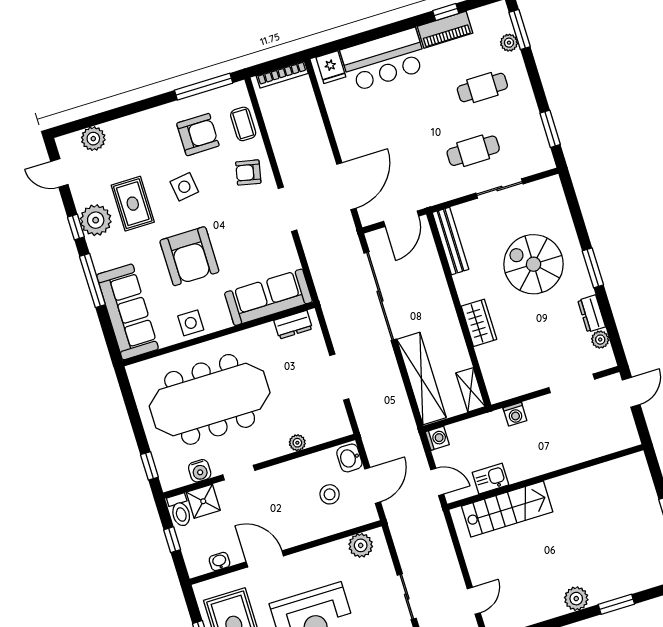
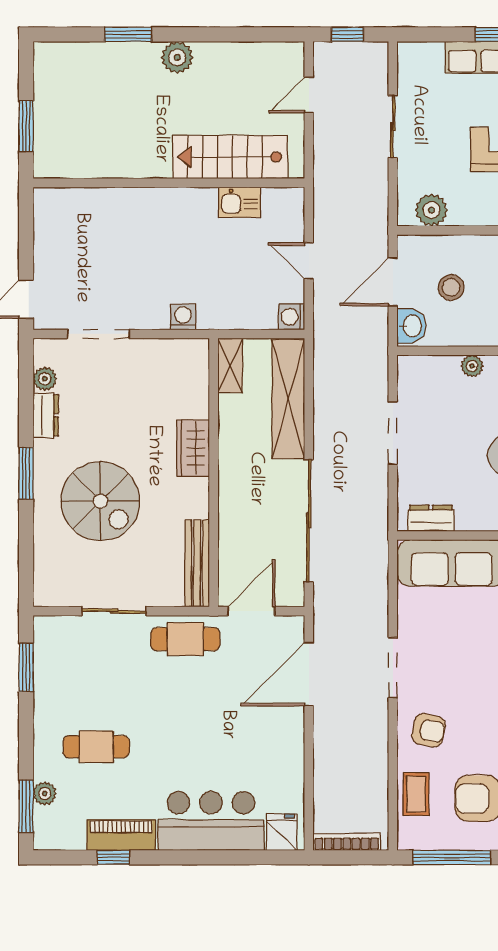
cafe table: (473, 151) -> (185, 639), moved
wall: (545, 477) -> (169, 183), moved
kitchen sink: (491, 479) -> (239, 202), moved
stairs: (507, 509) -> (230, 157), moved

